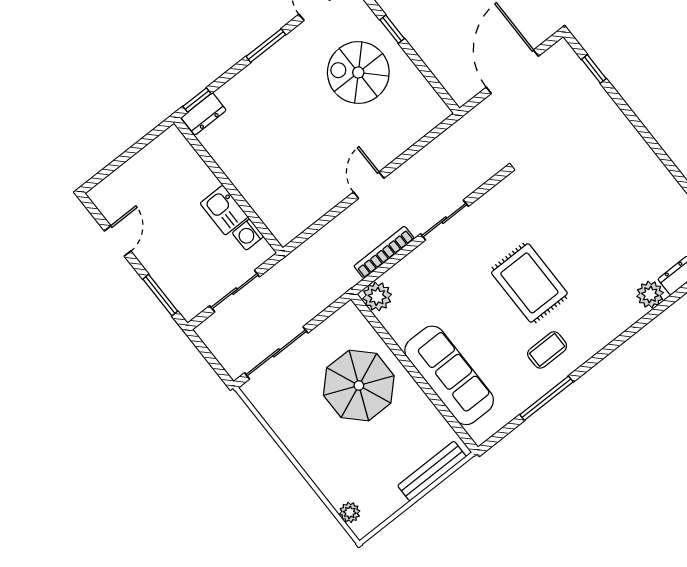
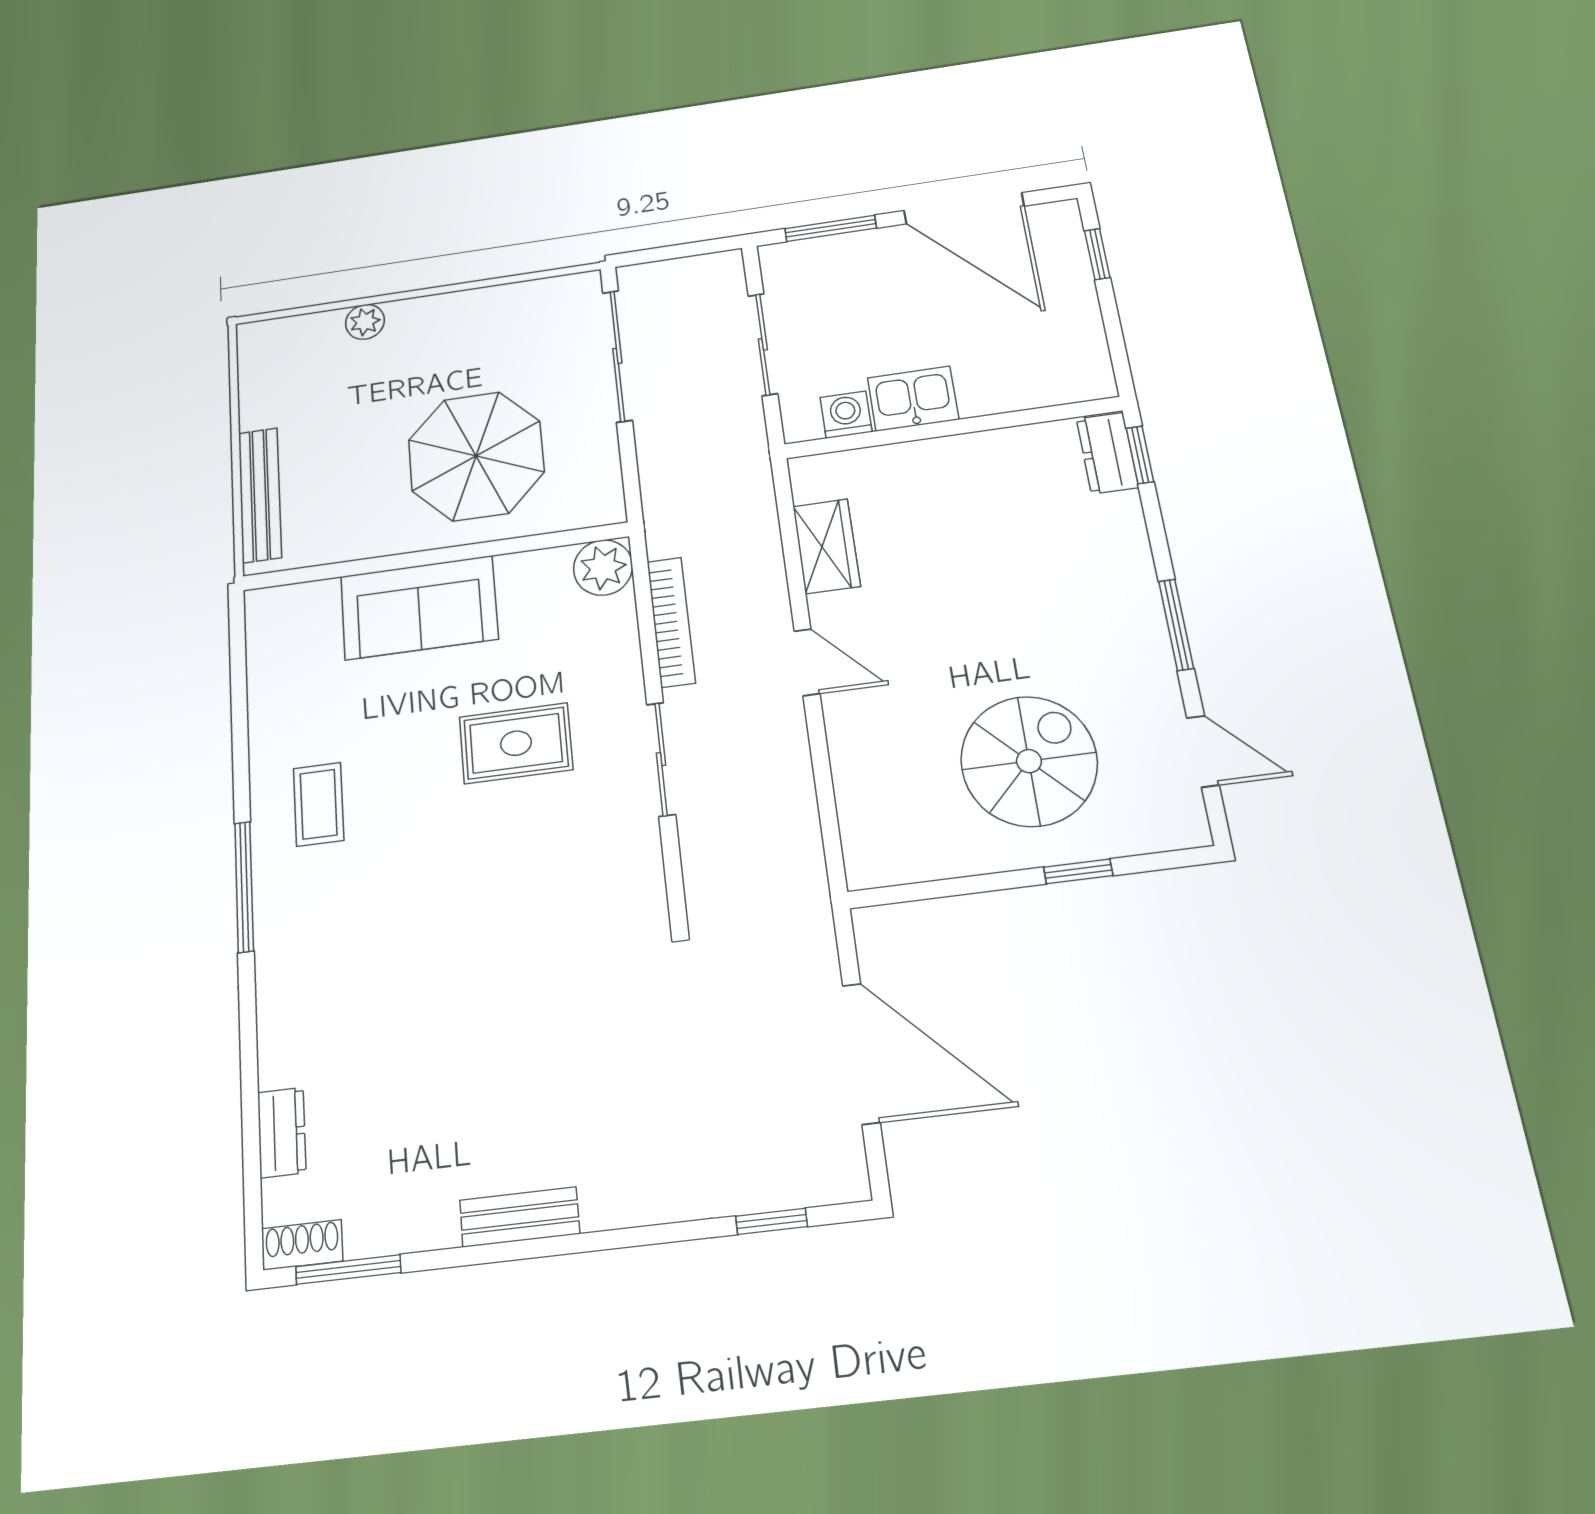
bench: (651, 163) -> (520, 1217), added
window: (109, 169) -> (1097, 254), added
wardrobe: (313, 207) -> (826, 546), added
door: (118, 241) -> (964, 208), width x1.88
rug: (529, 283) -> (516, 743), moved, width x0.73, depth x0.70
plant: (650, 294) -> (286, 1054), removed
sofa: (449, 375) -> (419, 608), width x0.73
window: (546, 398) -> (244, 887), moved
plant: (350, 512) -> (365, 322), moved

